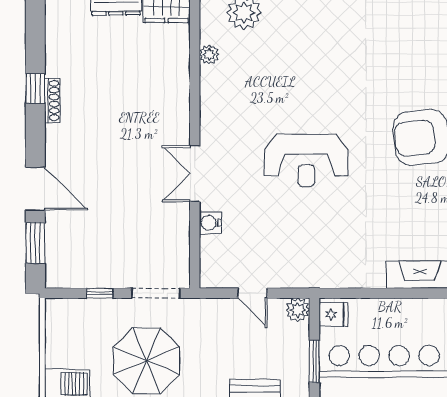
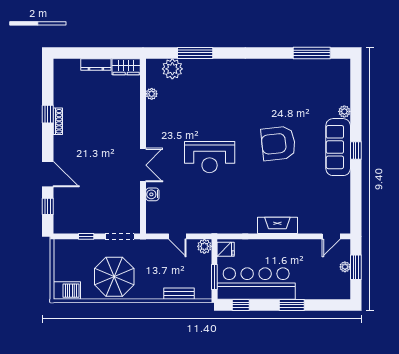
double door: (195, 174) -> (143, 165), swing flipped
window: (35, 243) -> (48, 206), width x0.67

